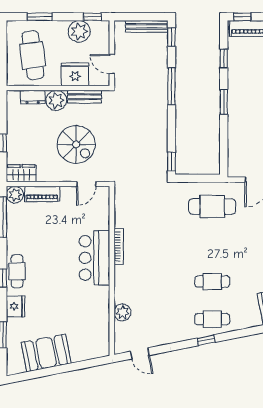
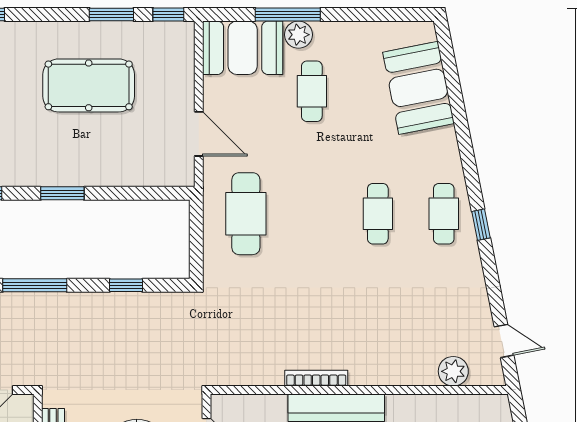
window: (171, 162) -> (126, 285), moved
plant: (123, 312) -> (453, 371), moved
door: (140, 353) -> (504, 341), hinge flipped

